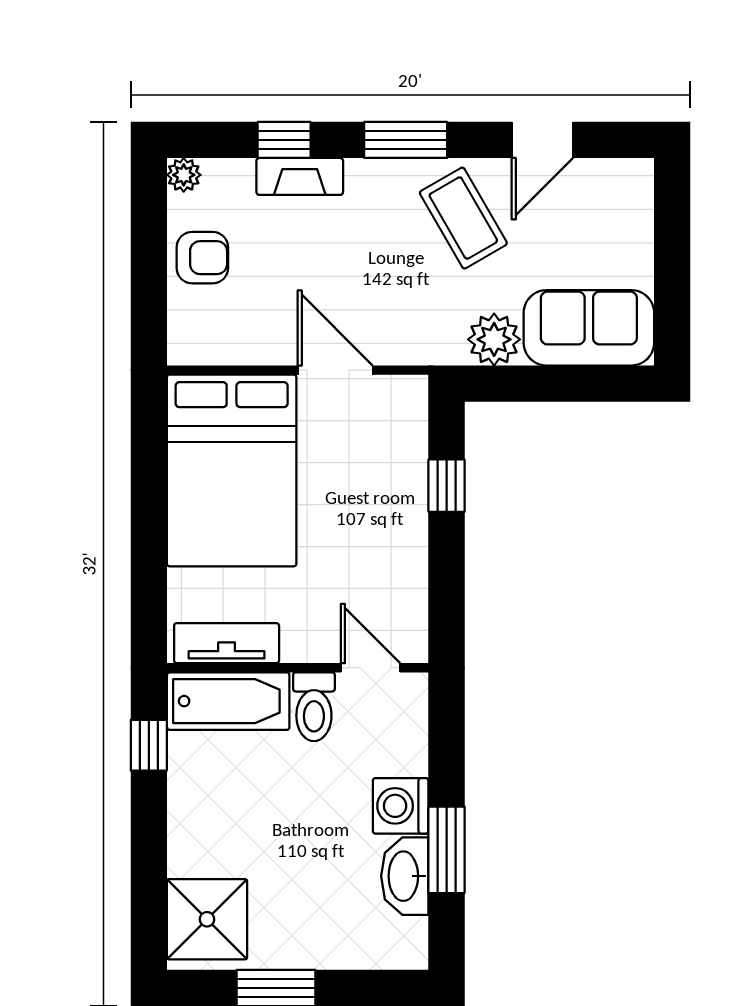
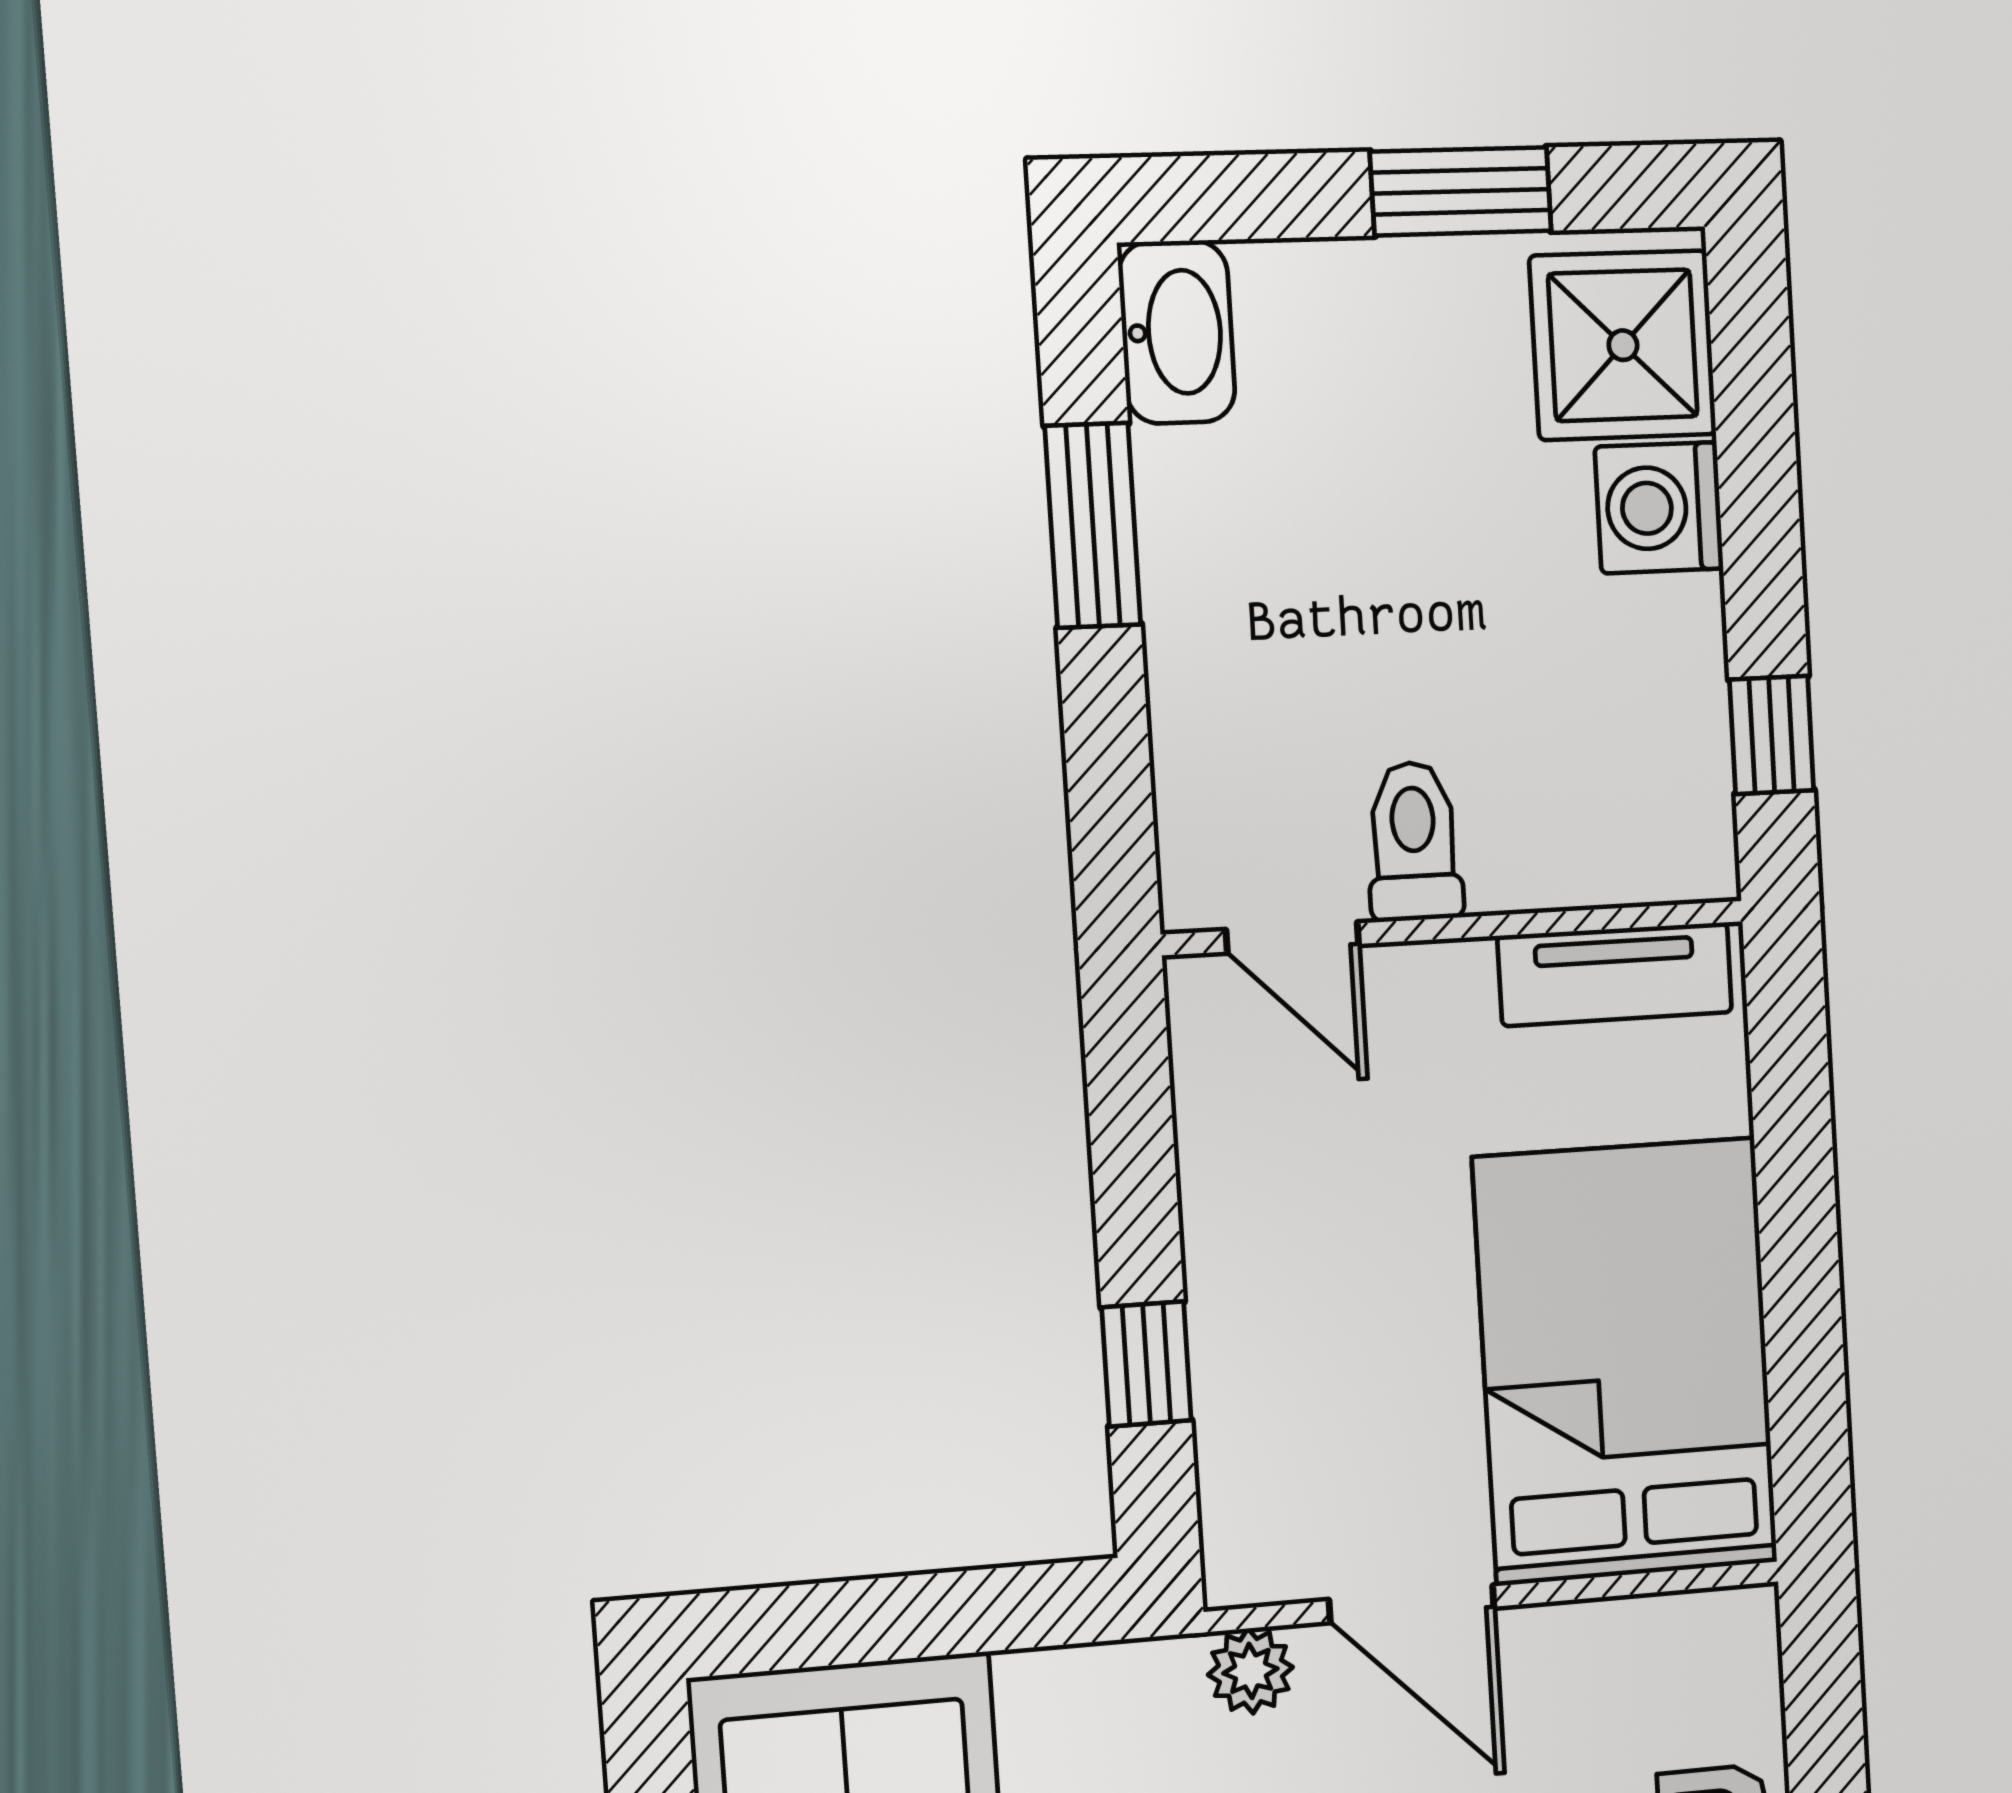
plant: (494, 339) -> (1250, 1671), moved, width x0.73, depth x0.73
bathtub: (228, 701) -> (1604, 844), removed
washing machine: (401, 806) -> (1659, 508), moved, turned 180
washbasin: (405, 876) -> (1177, 332), moved

